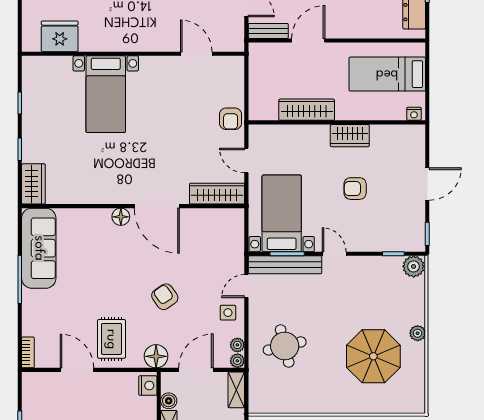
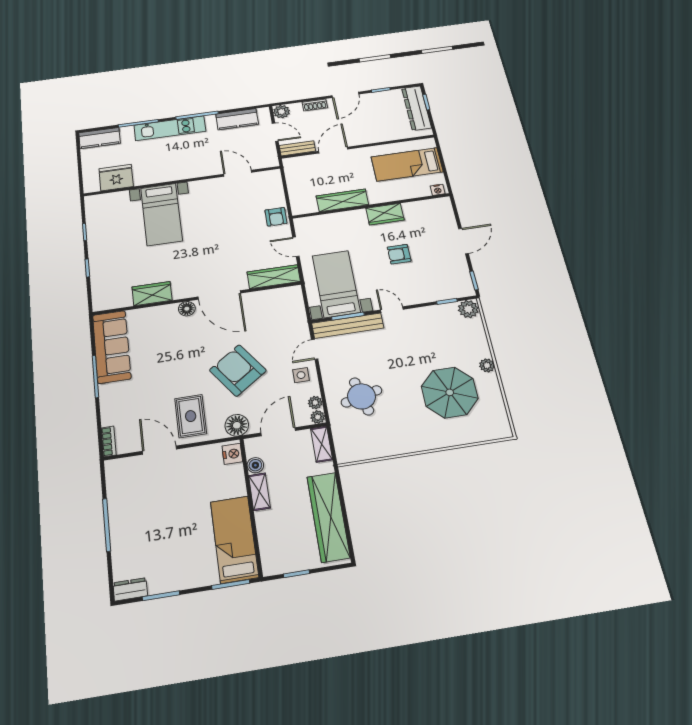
wardrobe: (33, 184) -> (152, 294), moved, turned -90
armchair: (165, 297) -> (238, 370), width x1.88, depth x1.88

